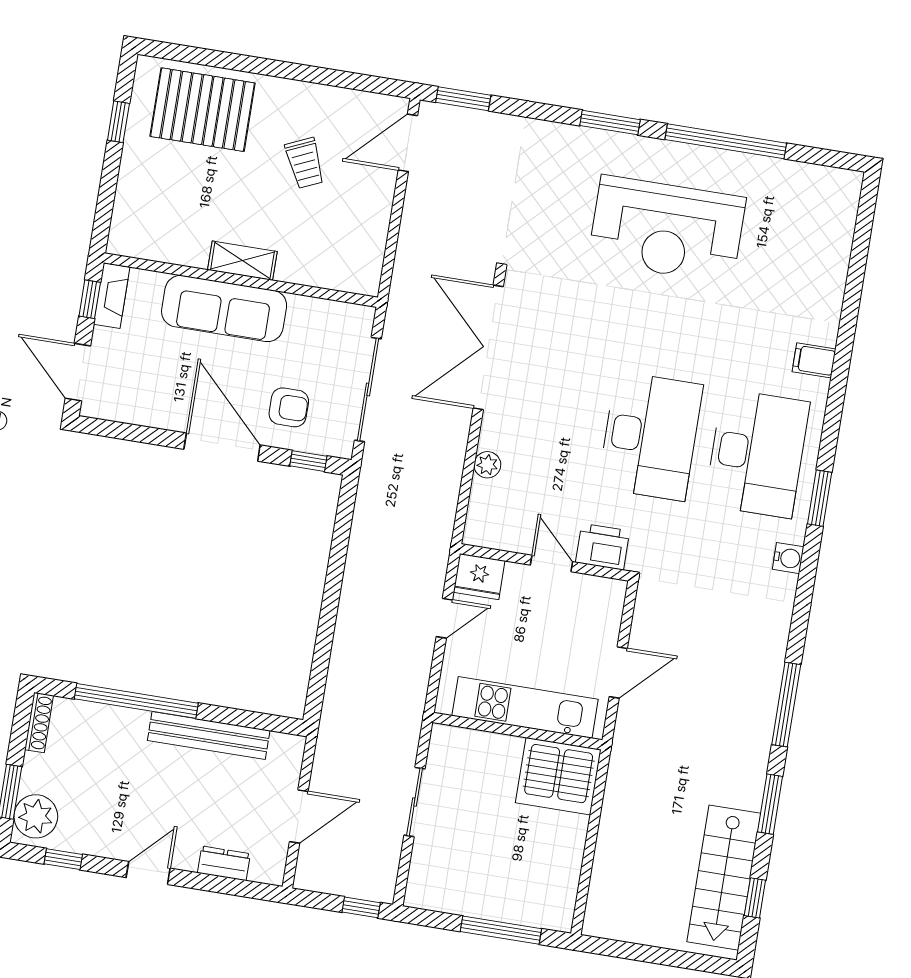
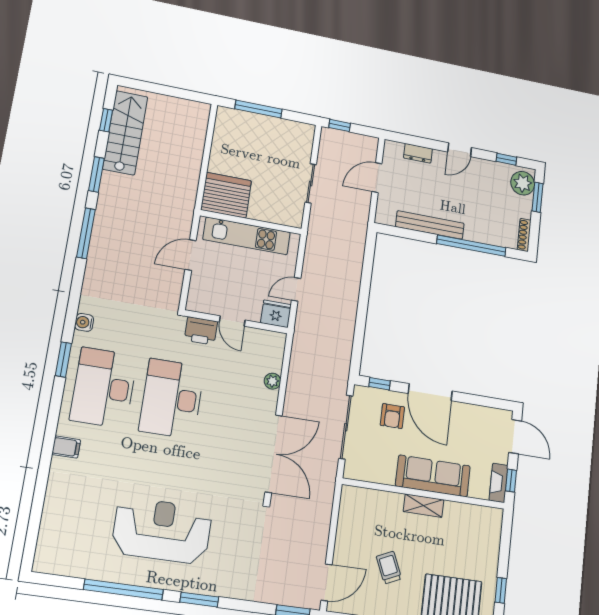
armchair: (289, 407) -> (392, 416), turned -90

